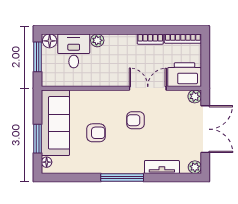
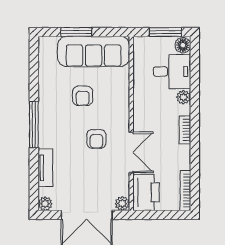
bookcase: (150, 39) -> (185, 130), moved
armchair: (135, 120) -> (96, 139), turned 180
floor lamp: (47, 162) -> (51, 42), removed

